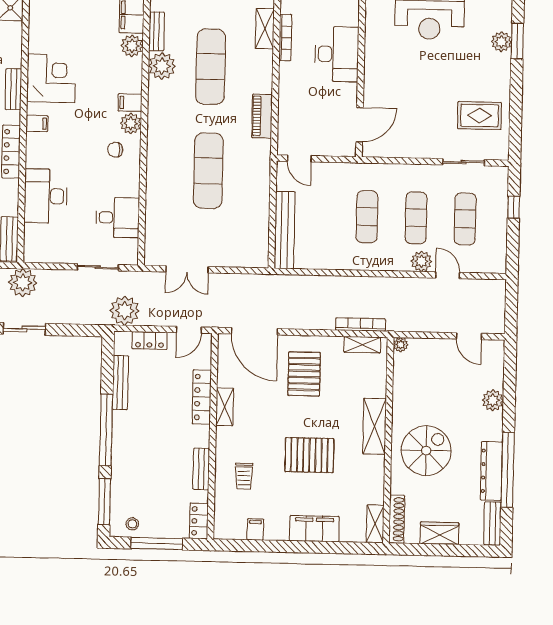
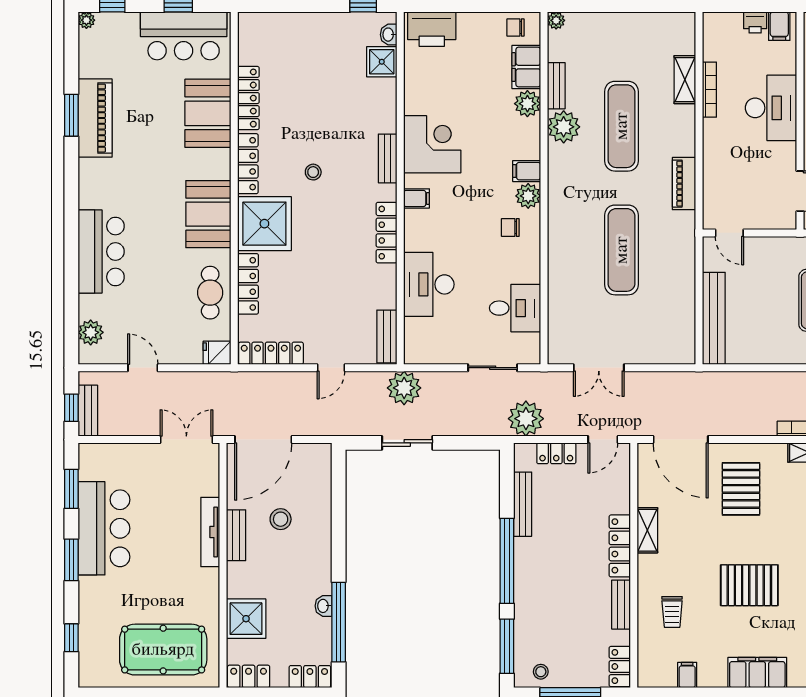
locker: (202, 397) -> (620, 546), moved

